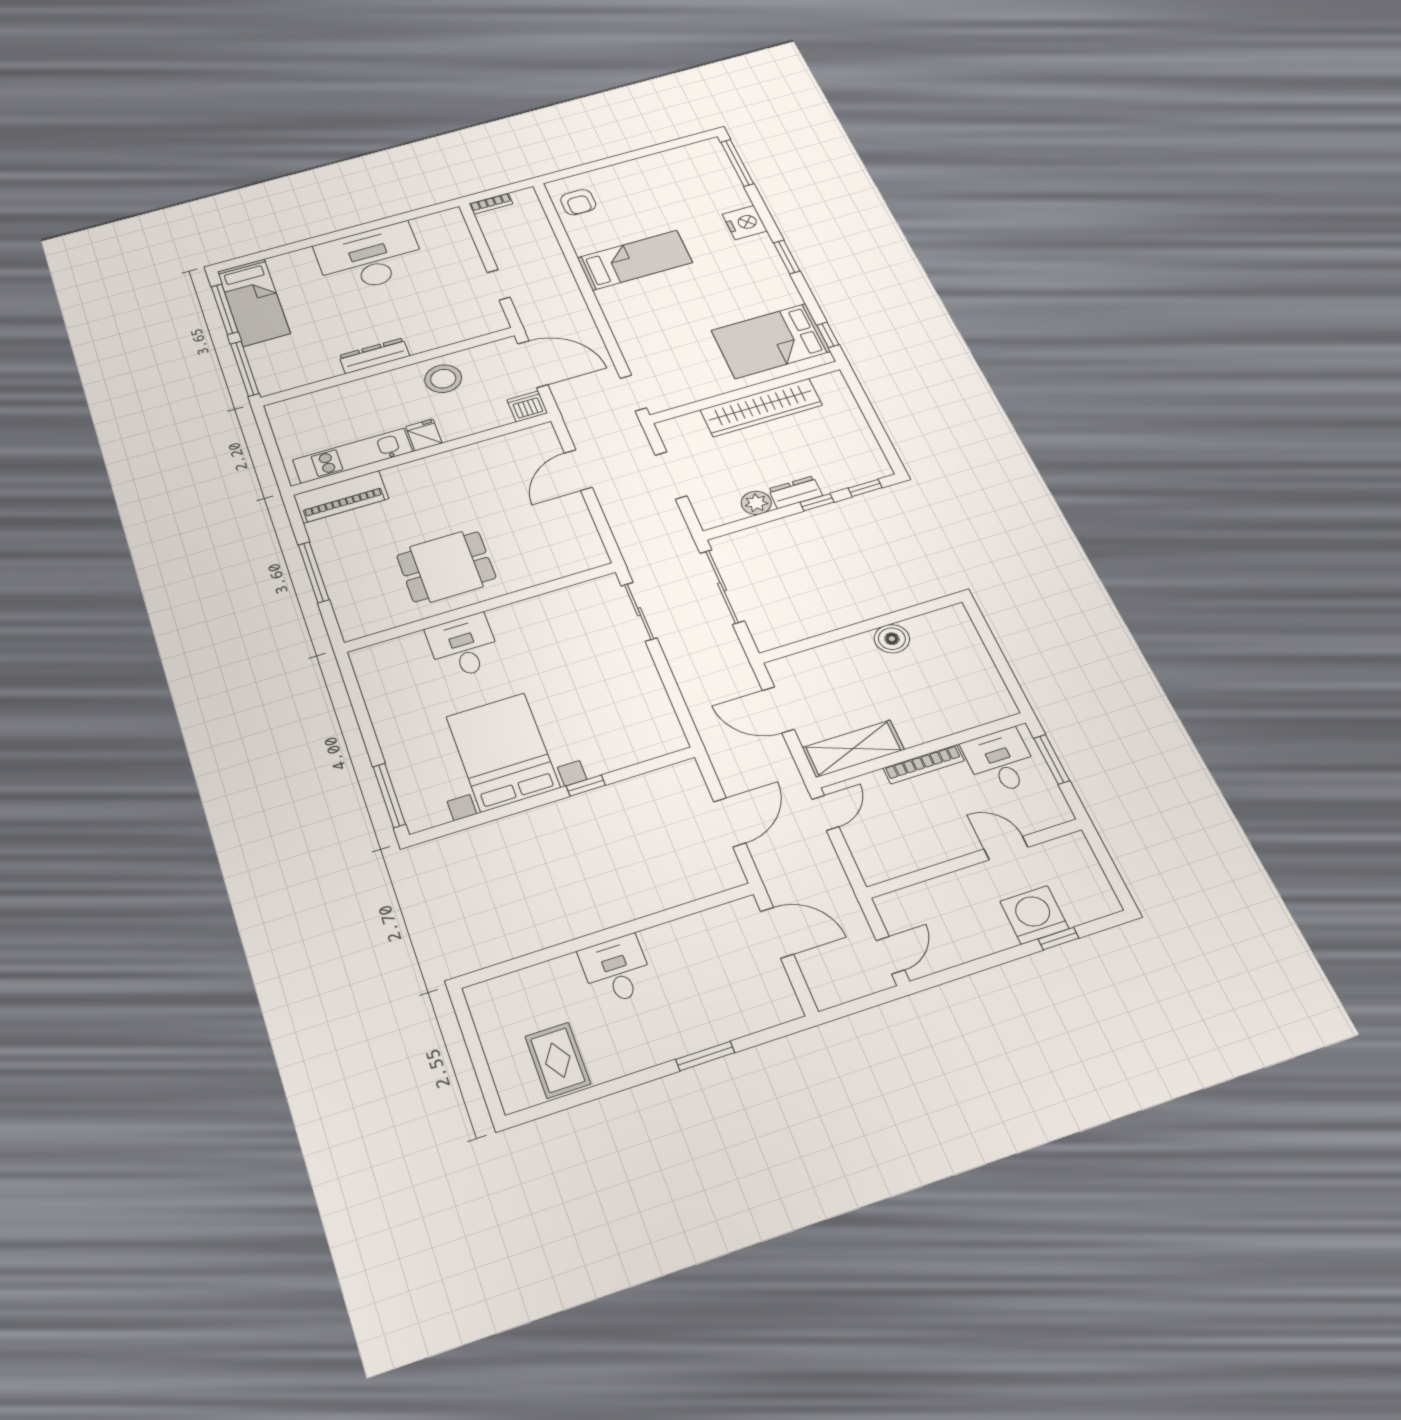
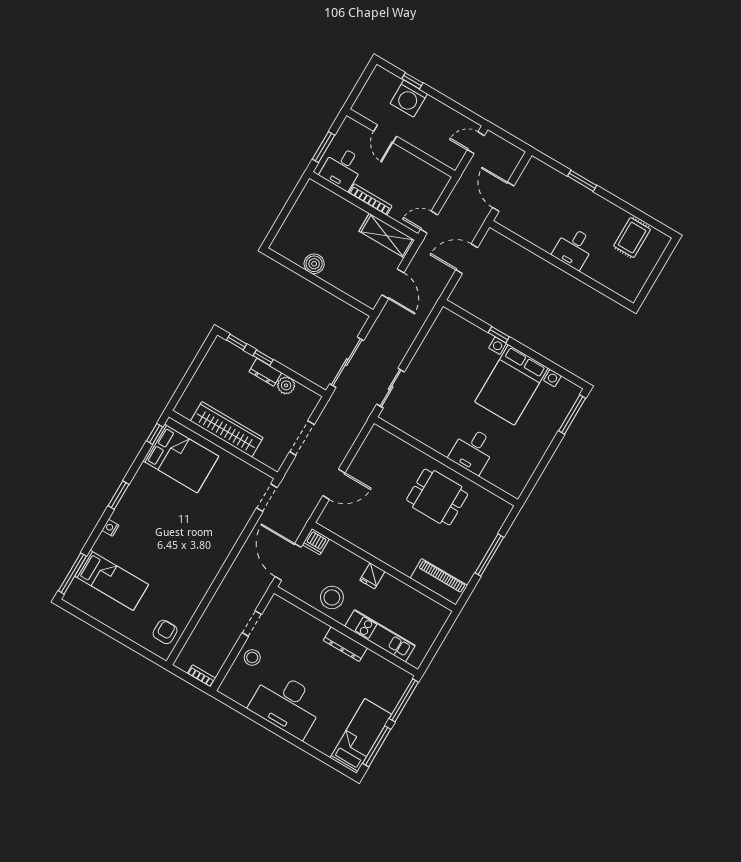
nightstand: (745, 223) -> (110, 528), width x0.53, depth x0.56
bed: (635, 260) -> (112, 580), moved, turned 180
stool: (459, 261) -> (252, 657), added
kitchen unit: (353, 456) -> (380, 636), moved, turned 180

